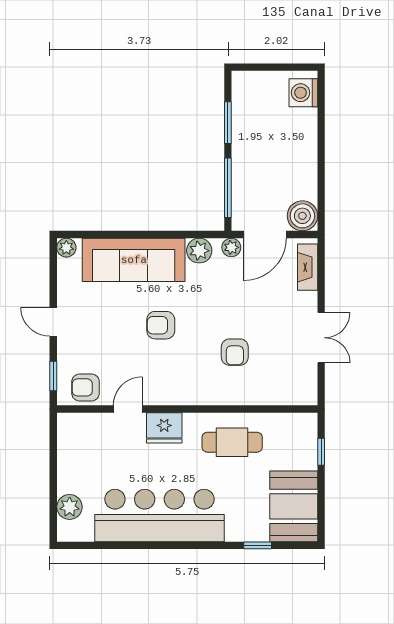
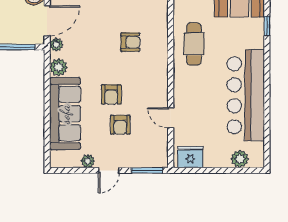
door: (265, 235) -> (47, 21), hinge flipped
plant: (66, 248) -> (88, 161), moved
window: (53, 376) -> (147, 170), width x1.50
armchair: (86, 387) -> (120, 125), moved
fridge: (164, 428) -> (190, 157), moved, turned -90

